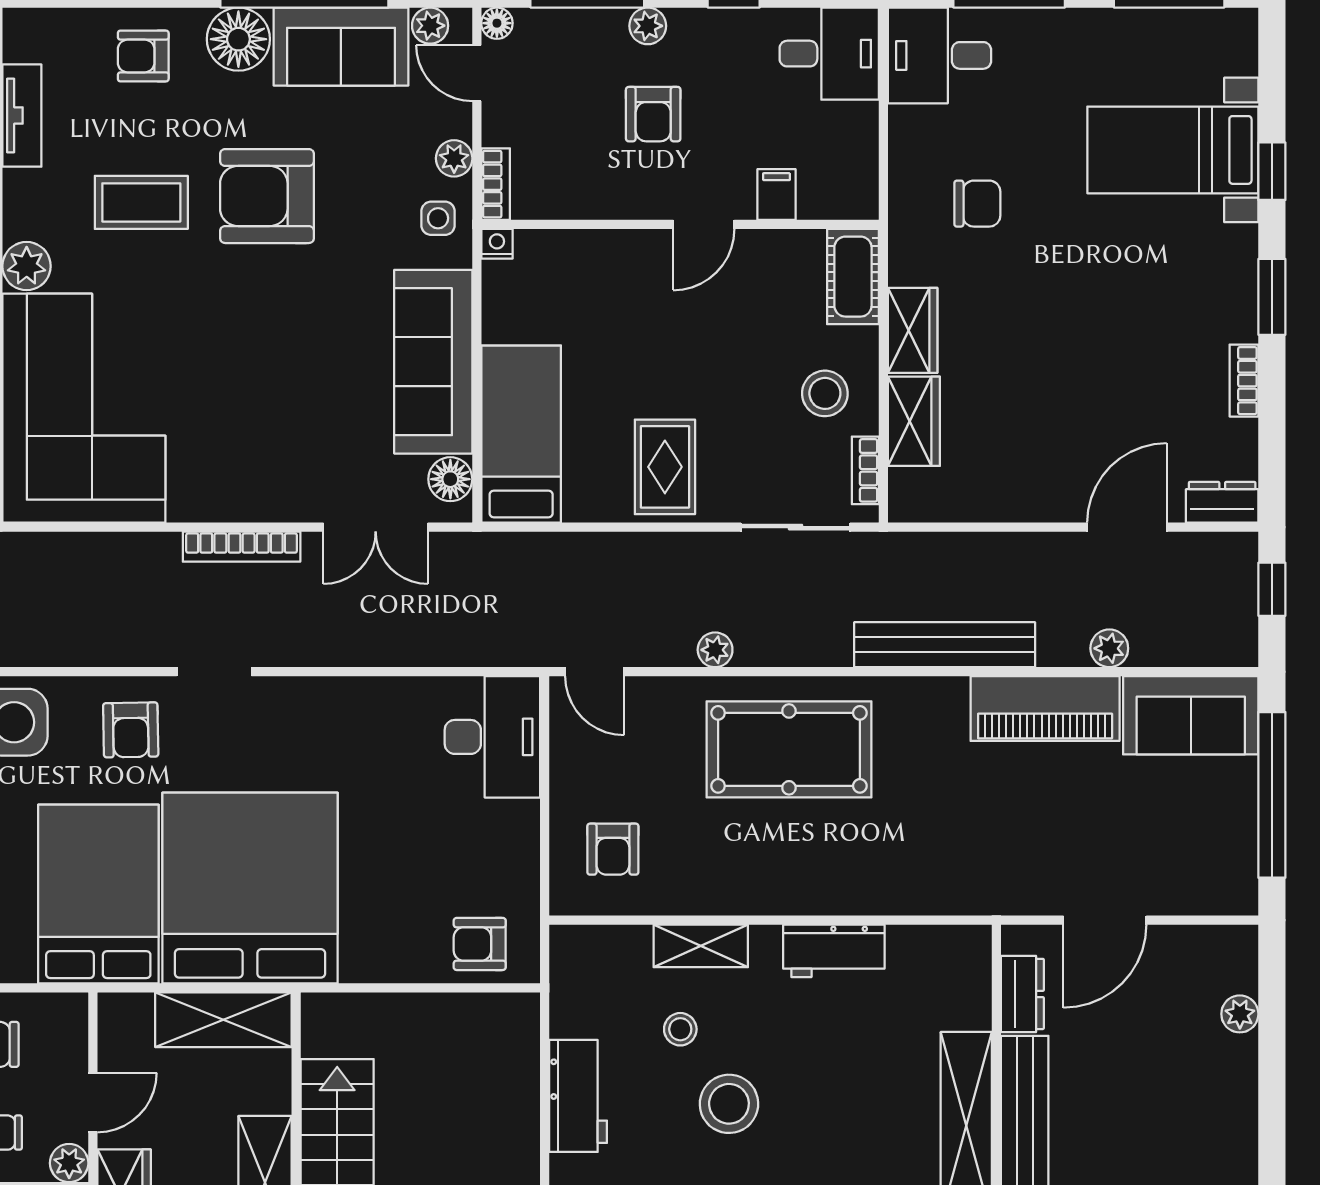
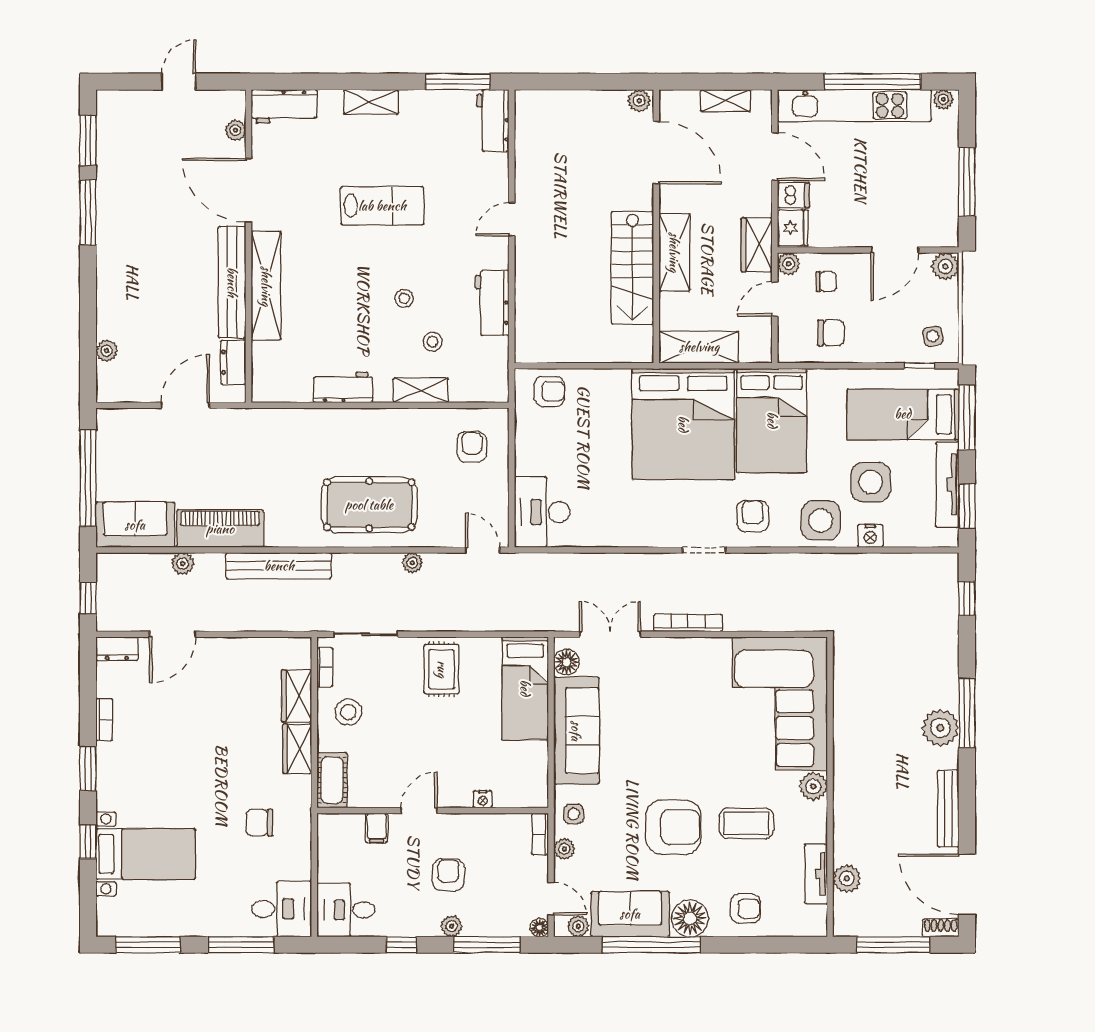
nightstand: (497, 244) -> (483, 799), moved
stool: (729, 1104) -> (404, 298), width x0.53, depth x0.53

